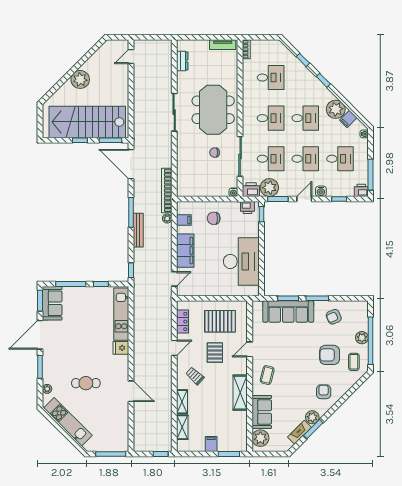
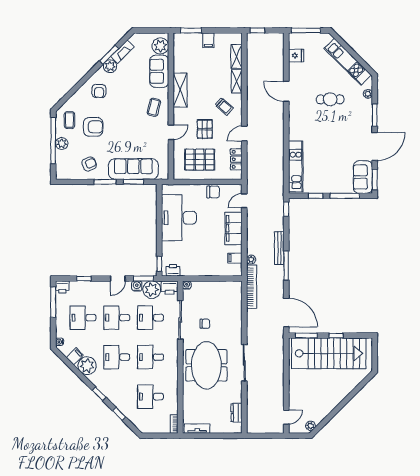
plant: (80, 79) -> (311, 426), moved, width x0.53, depth x0.53
water cooler: (321, 191) -> (137, 286), moved
chair: (214, 218) -> (213, 192), moved
fridge: (121, 348) -> (296, 56), moved

